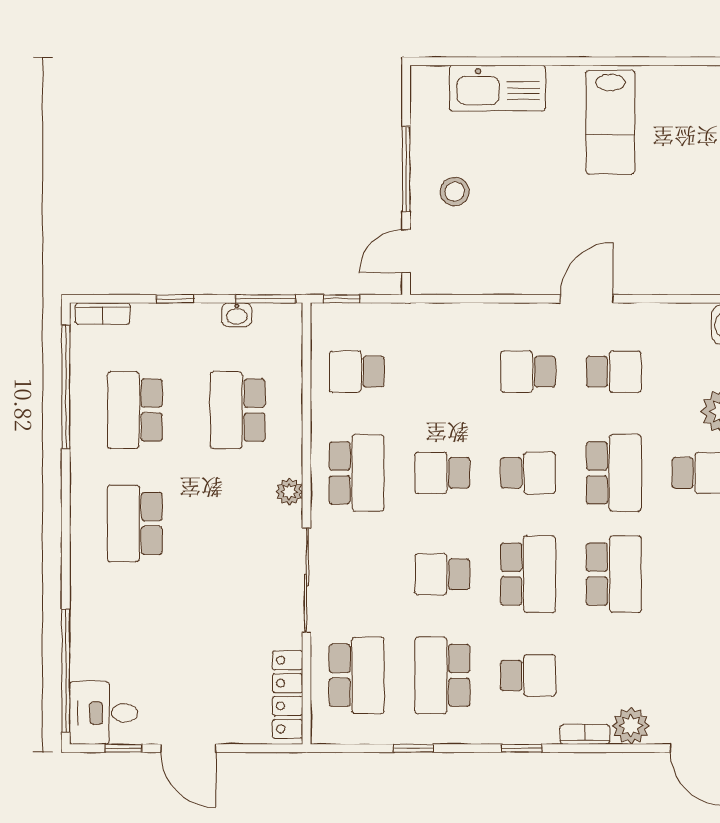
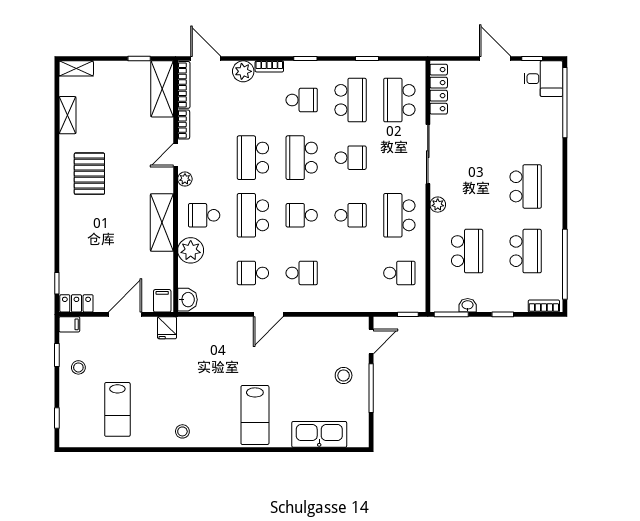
lab bench: (610, 122) -> (255, 415), turned 180
school desk: (528, 675) -> (302, 100), turned 180

